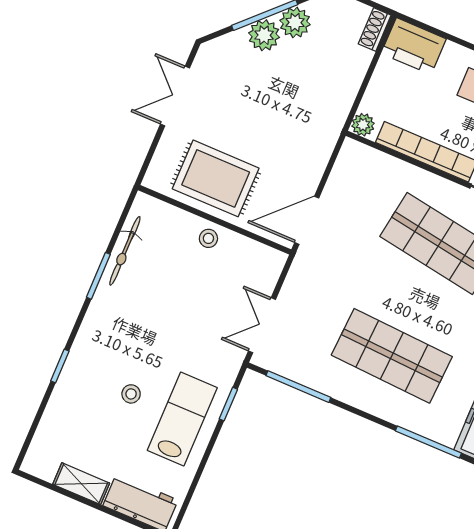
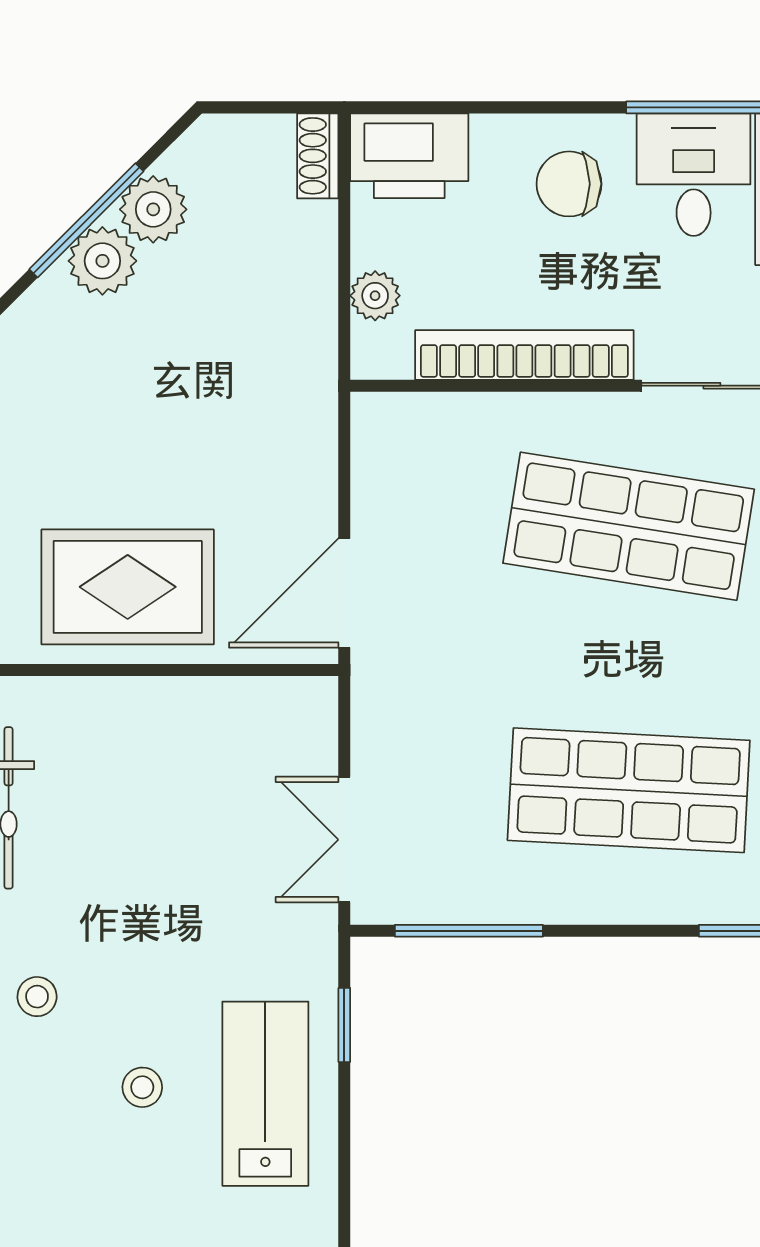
plant: (363, 125) -> (375, 296), moved
stool: (208, 238) -> (37, 997), moved

